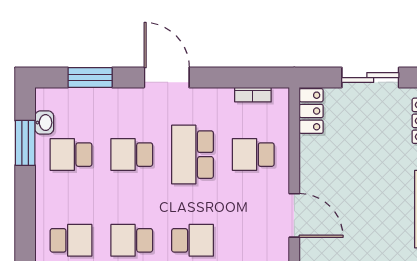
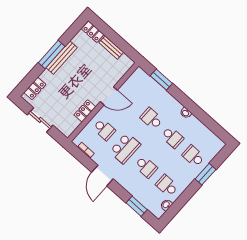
door: (167, 78) -> (102, 176), moved
locker: (311, 111) -> (85, 111), moved
window: (25, 143) -> (206, 174), moved
school desk: (71, 155) -> (167, 186), turned 180
door: (294, 215) -> (109, 96), swing flipped

